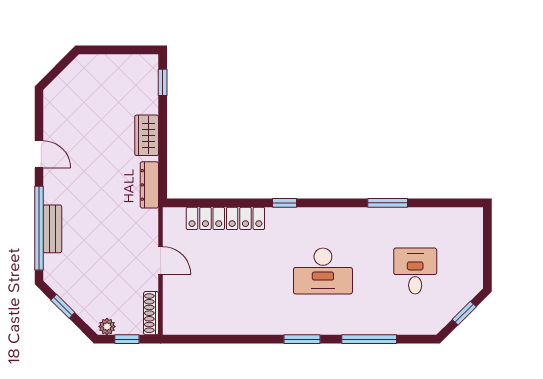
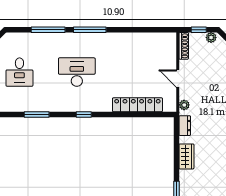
dresser: (149, 185) -> (185, 126), width x0.70
window: (285, 203) -> (84, 114), moved
plant: (150, 218) -> (184, 105), added
window: (302, 339) -> (90, 30), width x1.44

